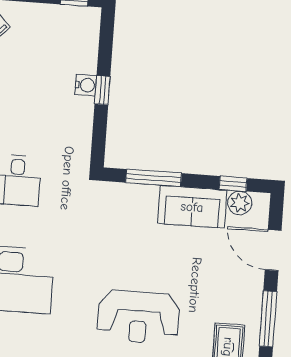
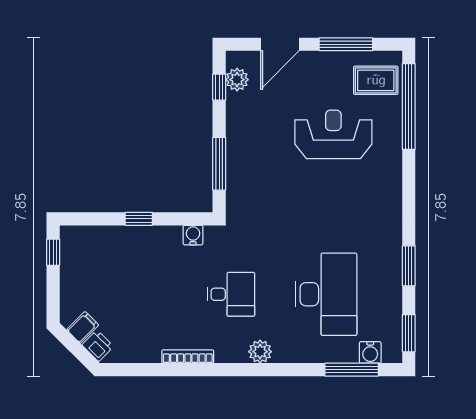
water cooler: (86, 85) -> (193, 235), moved
sofa: (192, 207) -> (244, 125), removed
reception desk: (138, 317) -> (333, 134), moved, turned -90

